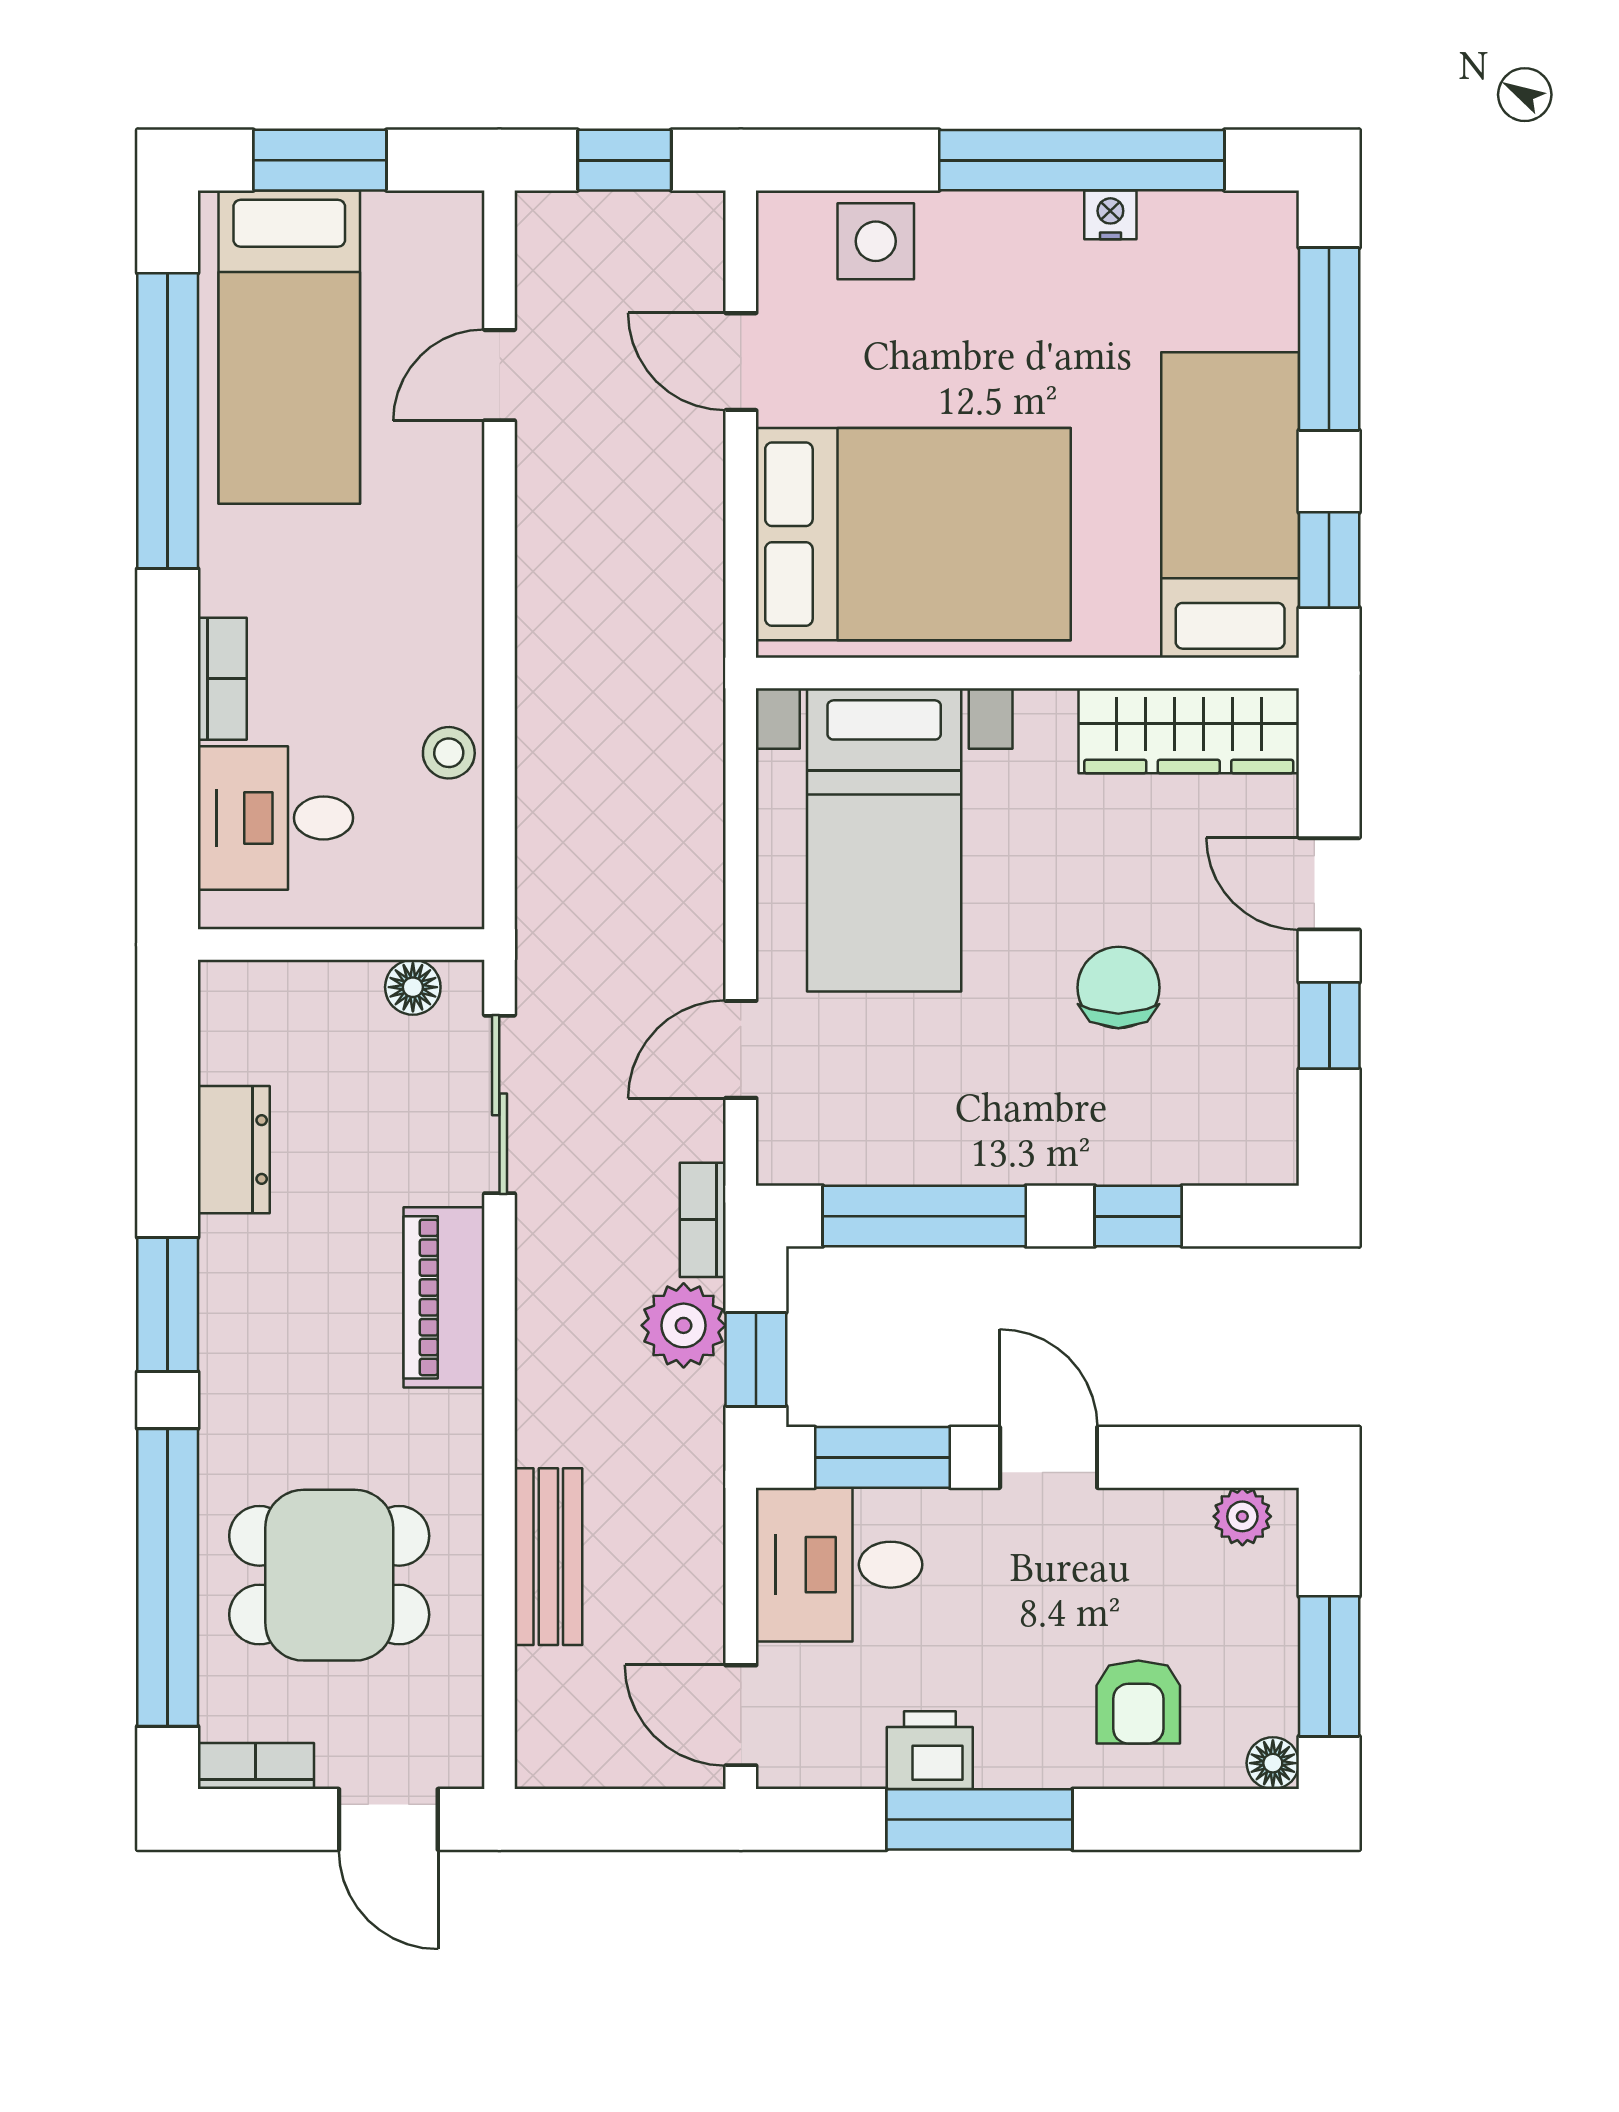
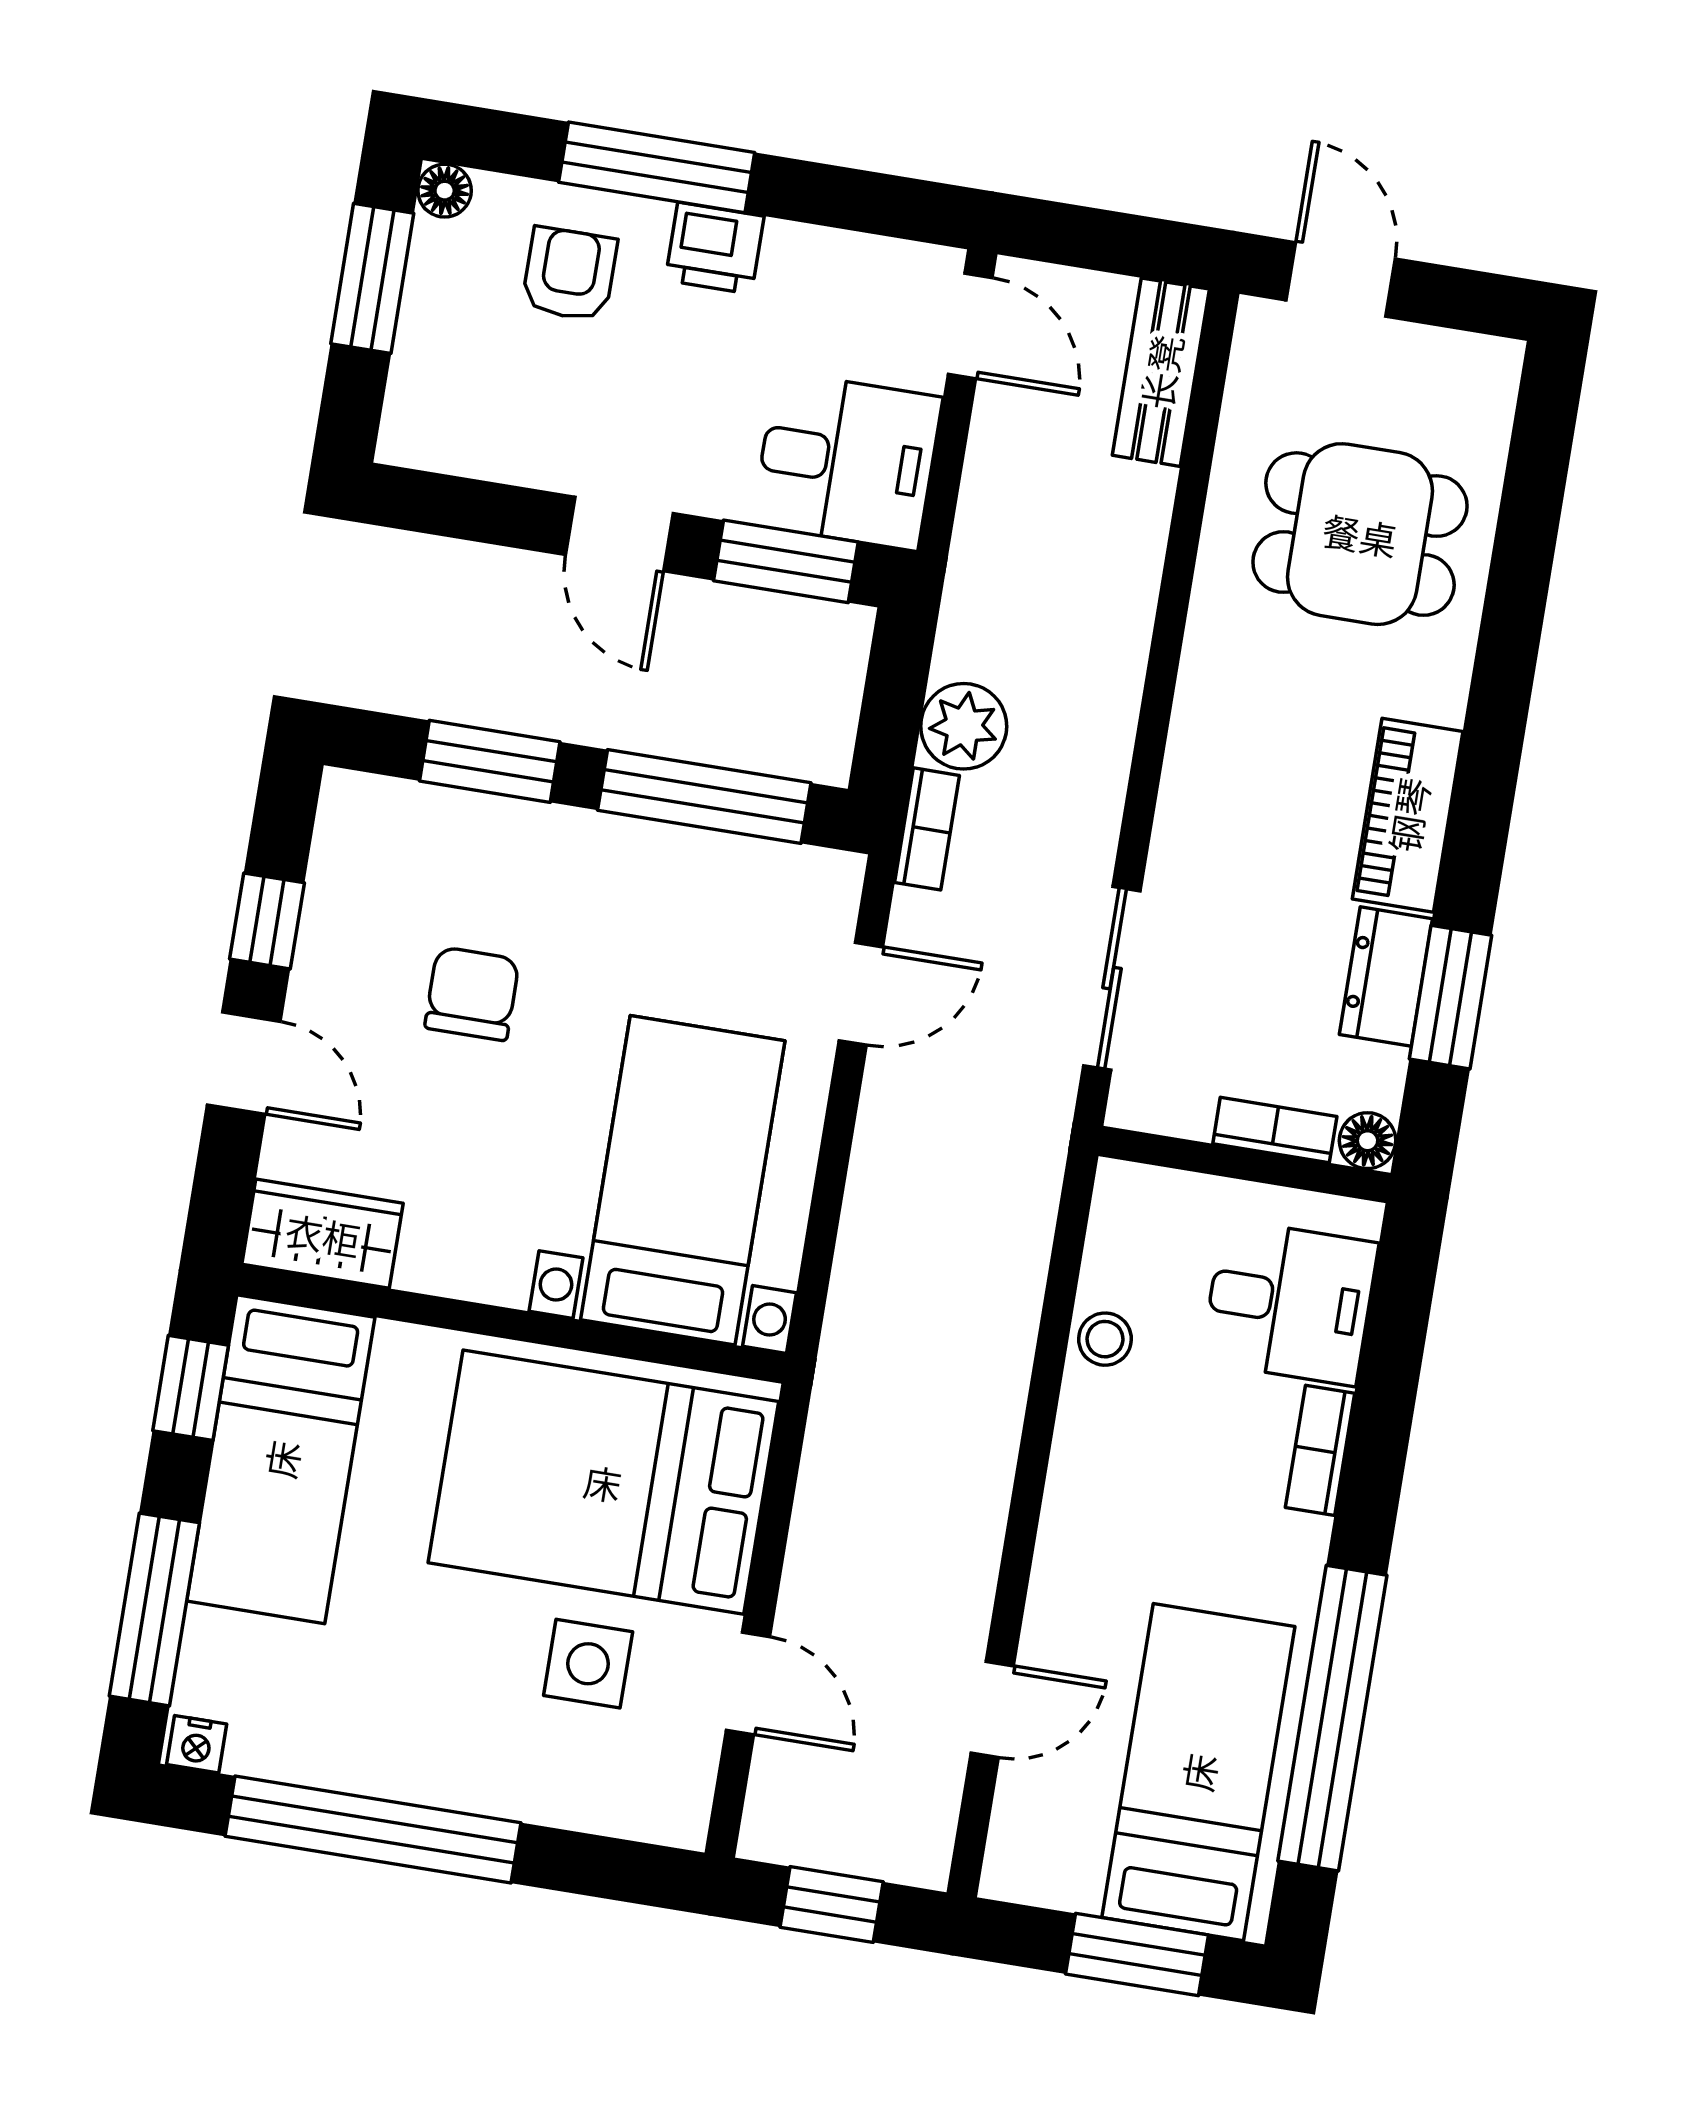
nightstand: (1110, 215) -> (197, 1744), moved
side table: (876, 241) -> (588, 1664), moved
wardrobe: (1189, 731) -> (323, 1234), width x0.67
floor lamp: (413, 987) -> (1368, 1141), moved
chair: (1118, 988) -> (472, 994), turned 180
window: (1138, 1216) -> (490, 761), width x1.50
piano: (444, 1297) -> (1408, 815), moved, turned 180
window: (168, 1305) -> (1451, 997), moved
window: (756, 1359) -> (897, 680), removed
plant: (1242, 1516) -> (435, 443), removed
bench: (548, 1557) -> (1161, 372), moved
window: (168, 1577) -> (1522, 558), removed
printer: (930, 1750) -> (715, 248), moved
bookcase: (256, 1766) -> (1275, 1130), moved, turned 180
window: (979, 1819) -> (657, 167), moved

